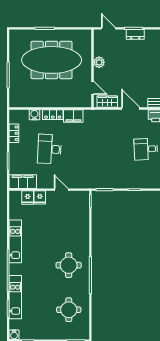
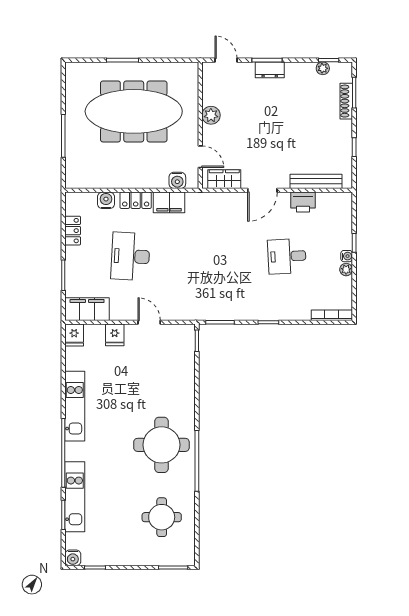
water cooler: (78, 102) -> (177, 180), added
door: (131, 108) -> (262, 190), swing flipped
fridge: (28, 198) -> (74, 335), moved
round table: (69, 265) -> (161, 445), width x1.36, depth x1.36

